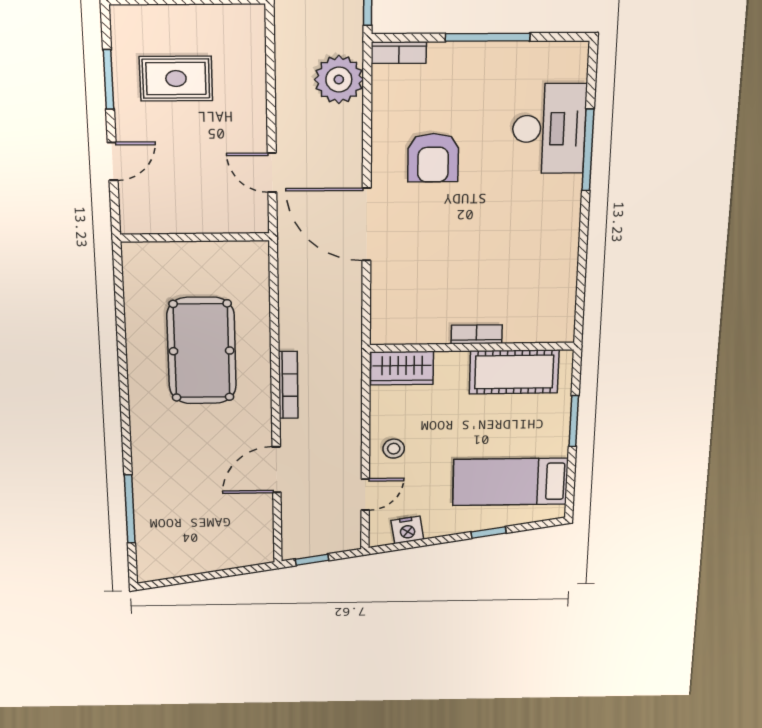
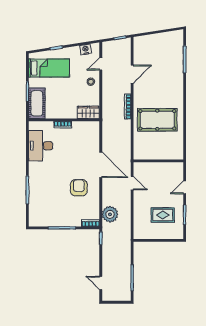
desk: (549, 129) -> (41, 146), moved
pool table: (202, 351) -> (157, 120), turned 90
cot: (514, 372) -> (37, 103), moved, turned 90

